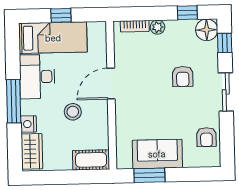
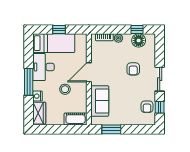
floor lamp: (207, 30) -> (139, 41), moved
window: (225, 43) -> (160, 107), moved
sofa: (157, 154) -> (100, 101), moved, turned 90

